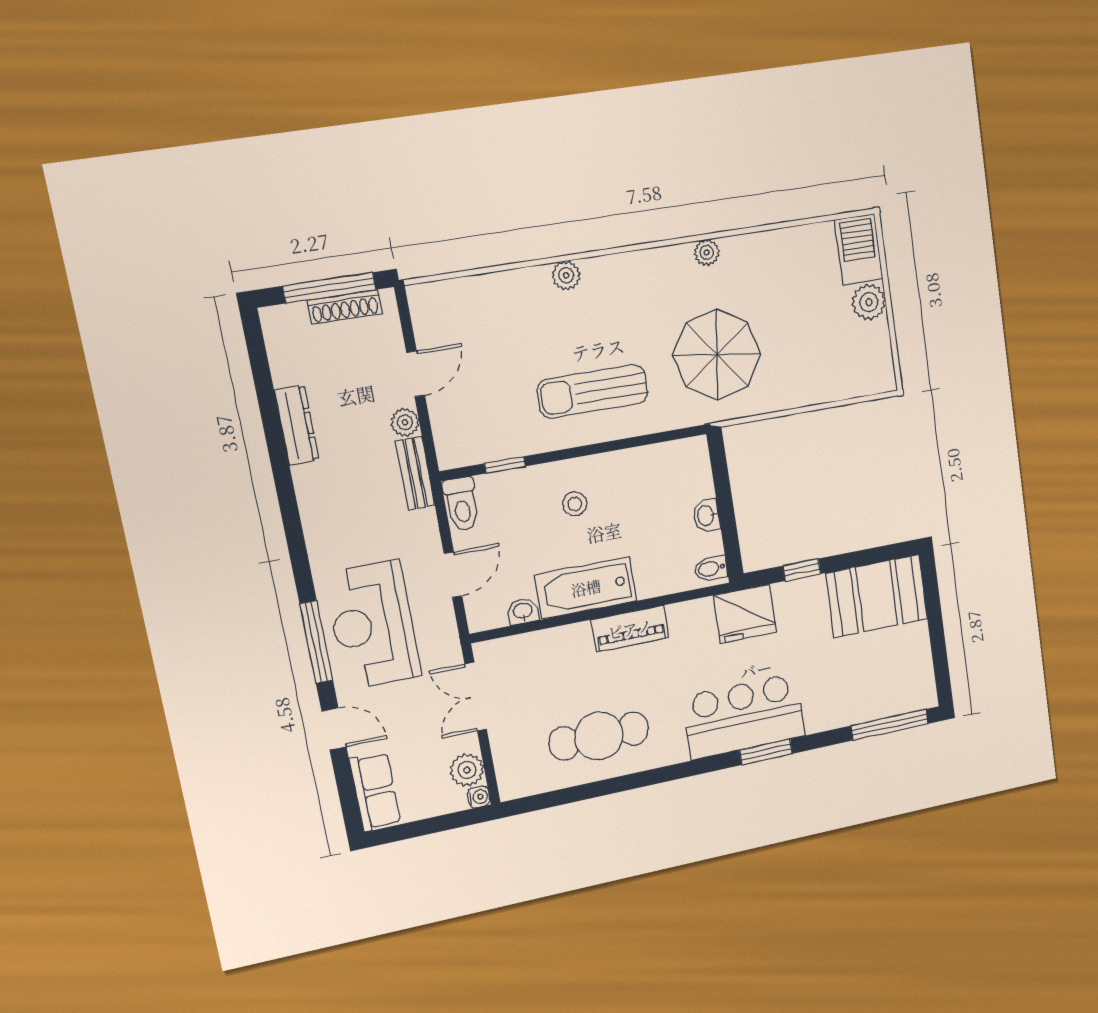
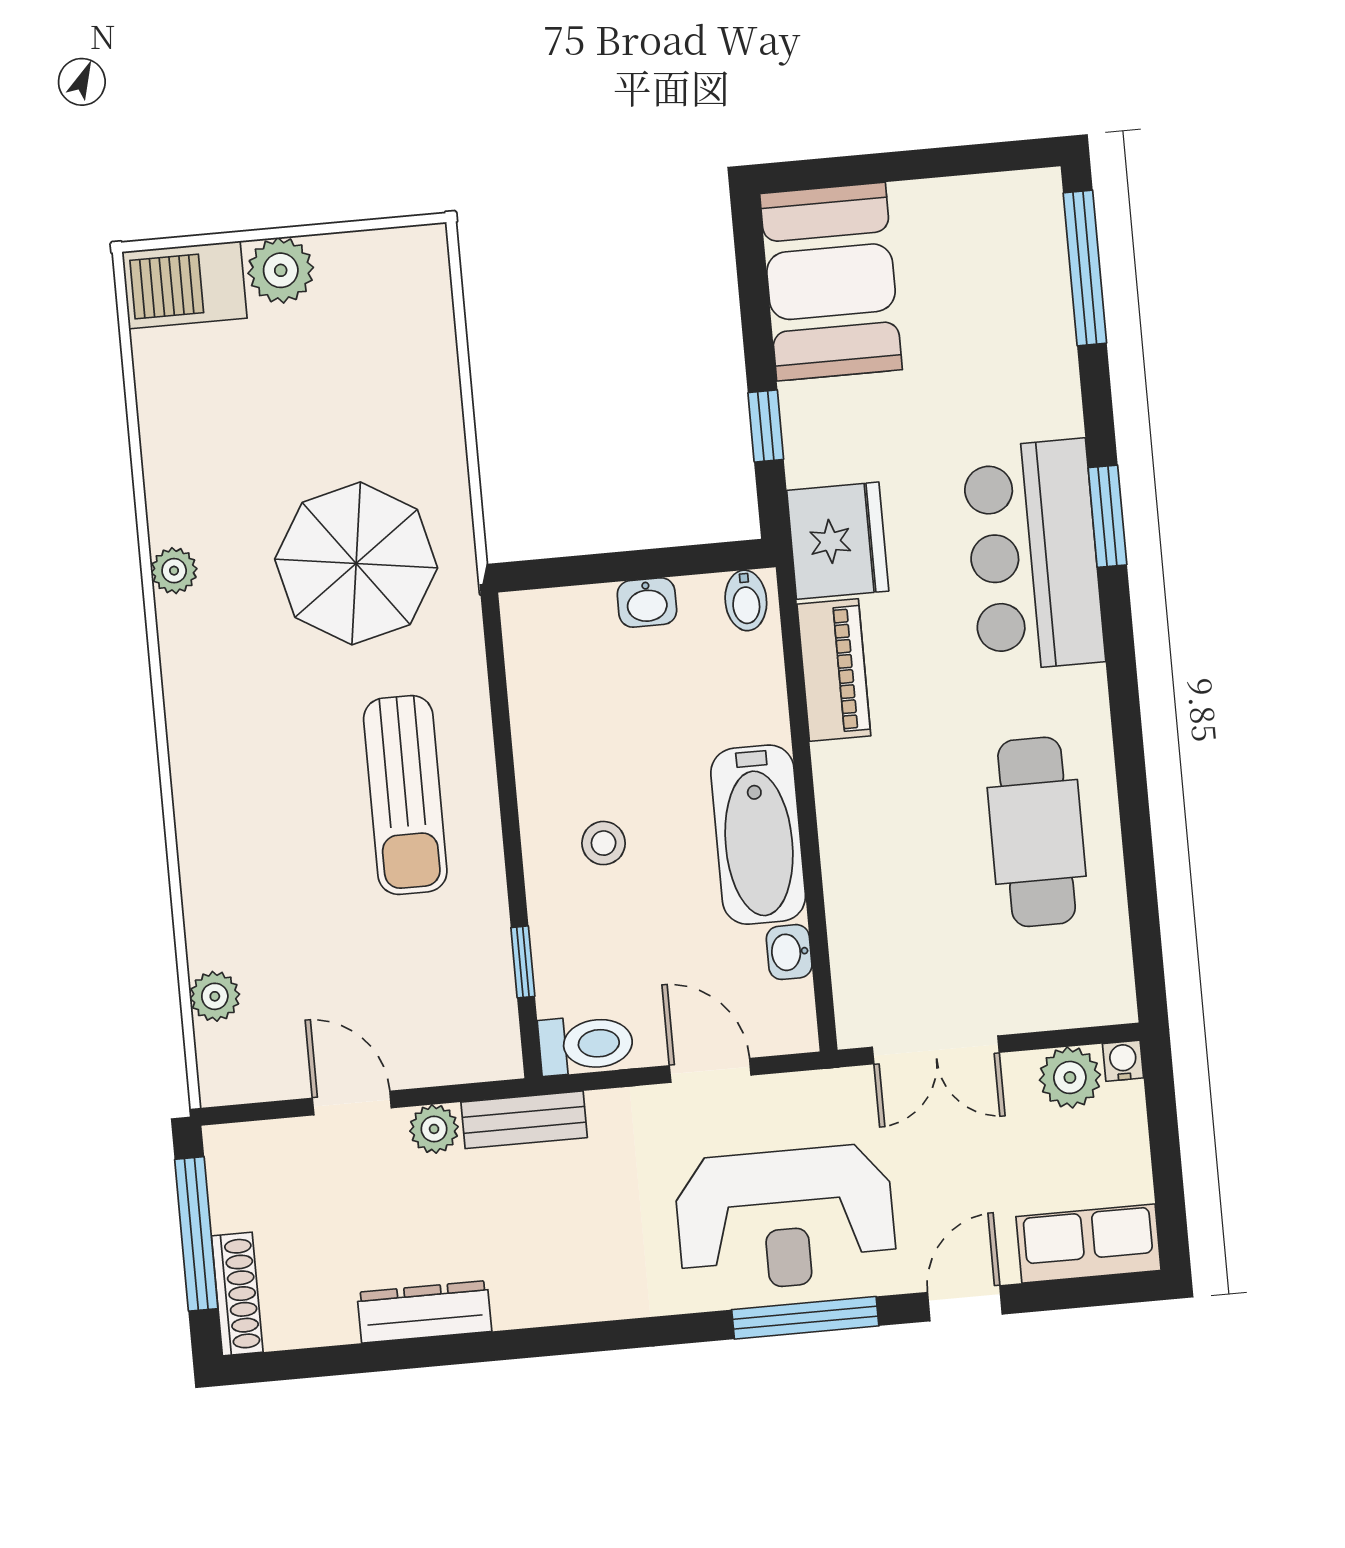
plant: (566, 275) -> (215, 996), moved
shoe rack: (345, 307) -> (237, 1294), moved
piano: (630, 629) -> (834, 670), moved

